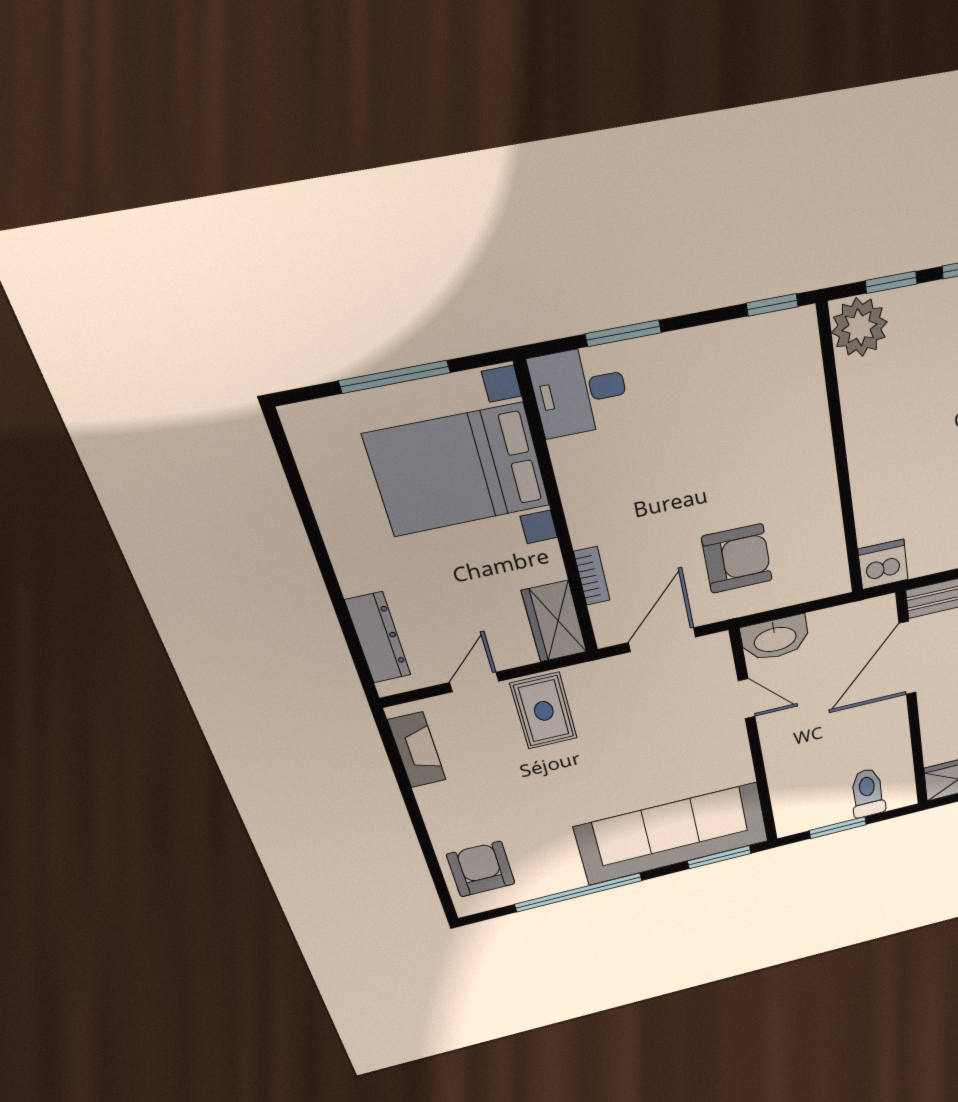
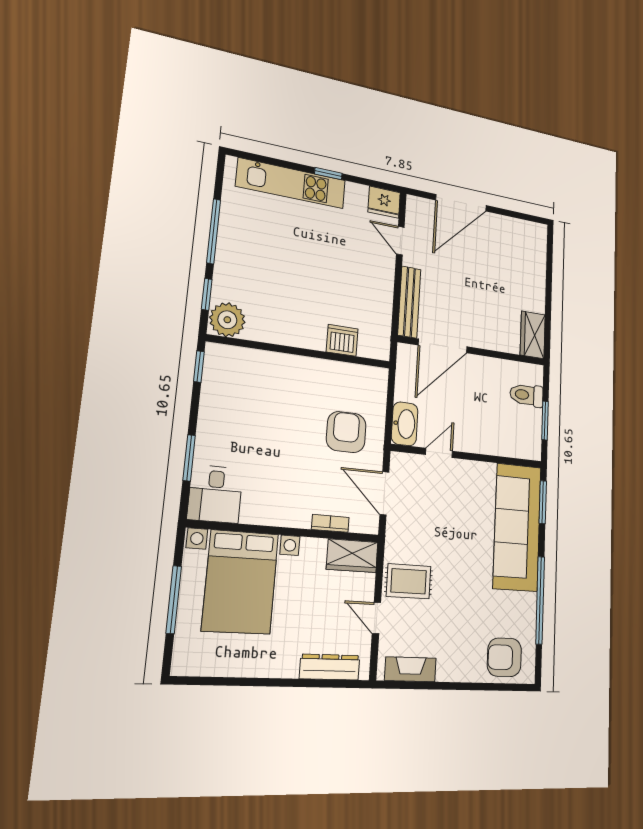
dishwasher: (883, 564) -> (342, 340), moved, turned 90
door: (908, 658) -> (443, 346), hinge flipped

